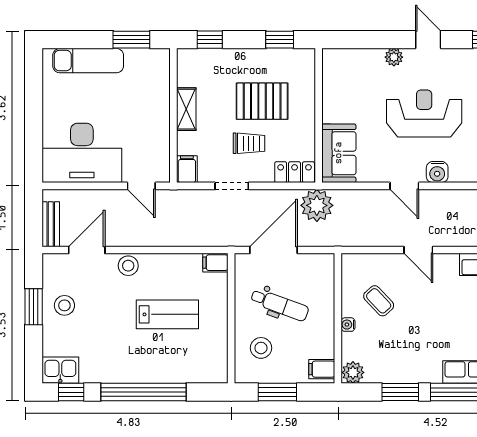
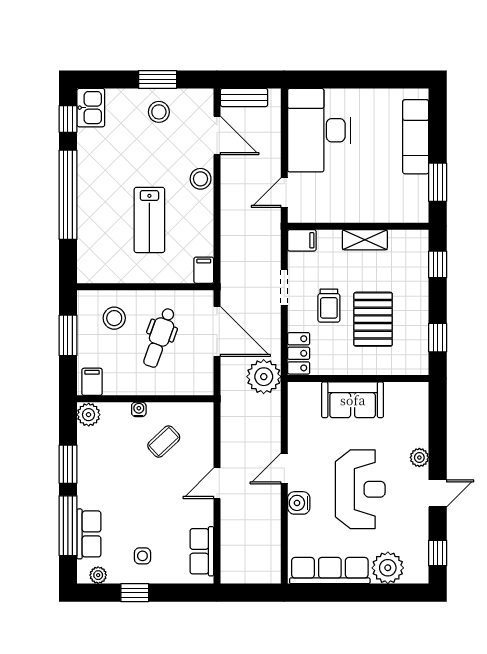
sofa: (339, 153) -> (353, 400), moved

